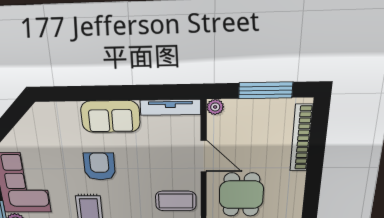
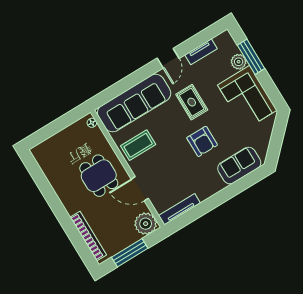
plant: (215, 107) -> (146, 224), width x1.88, depth x1.88
sofa: (110, 117) -> (239, 166), moved

